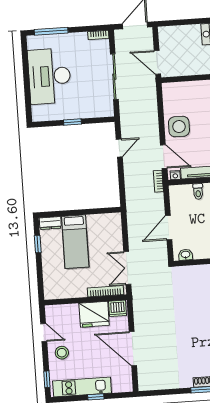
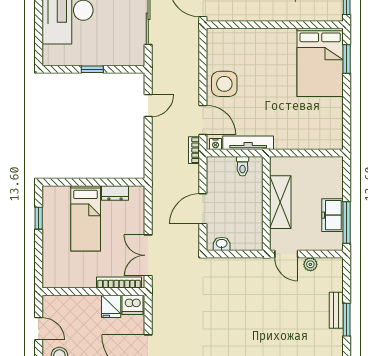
dresser: (50, 223) -> (115, 193), moved
fridge: (94, 314) -> (111, 306), width x0.53, depth x0.75

